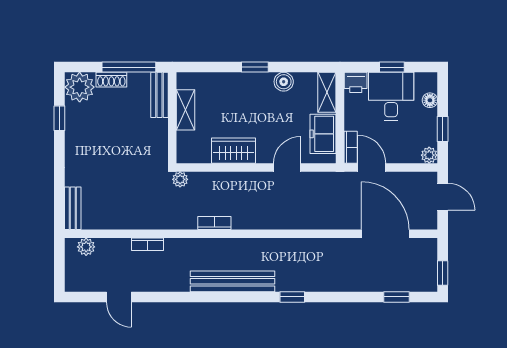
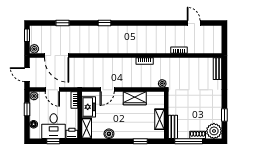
window: (255, 67) -> (140, 141), moved
door: (372, 168) -> (52, 90), moved
plant: (86, 247) -> (34, 49), moved
bench: (233, 281) -> (135, 31), removed
window: (396, 297) -> (63, 23), moved

